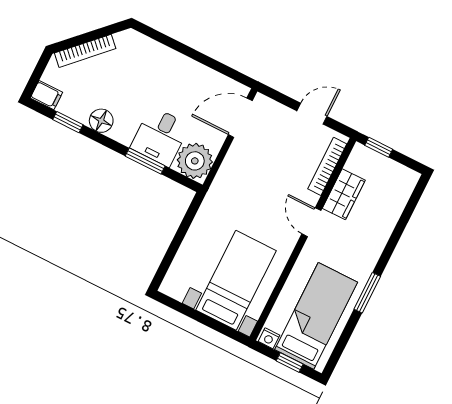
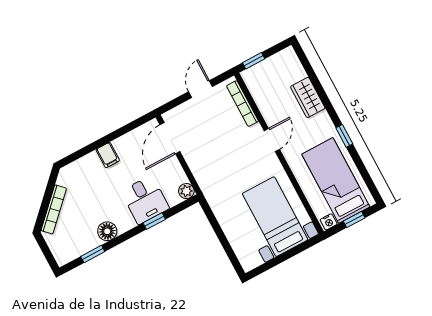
filing cabinet: (46, 95) -> (108, 155), moved, turned 90
window: (145, 161) -> (154, 221), width x0.67
plant: (195, 161) -> (186, 191), width x0.53, depth x0.53
wardrobe: (344, 194) -> (308, 97), moved, turned 180
door: (311, 222) -> (272, 140), swing flipped
window: (367, 293) -> (344, 136), width x0.67

